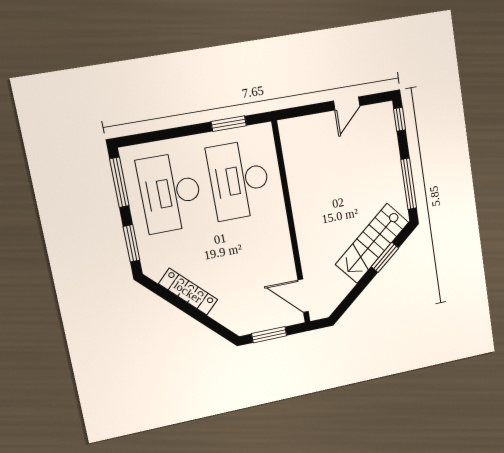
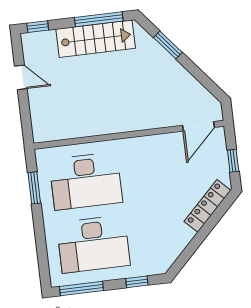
window: (131, 243) -> (137, 282), width x0.67
stairs: (372, 243) -> (96, 39), moved, turned -51
locker: (188, 292) -> (207, 206), moved
window: (269, 335) -> (233, 161), width x0.67

